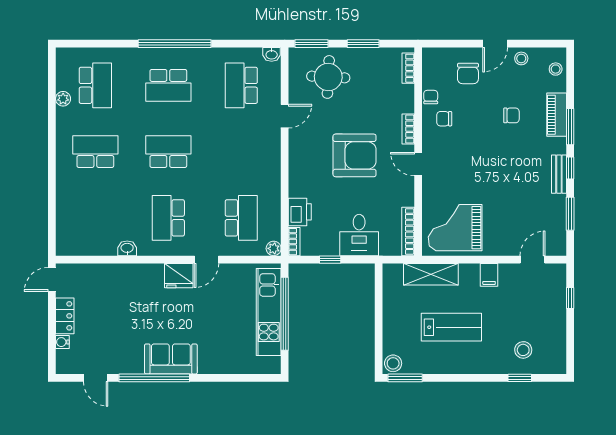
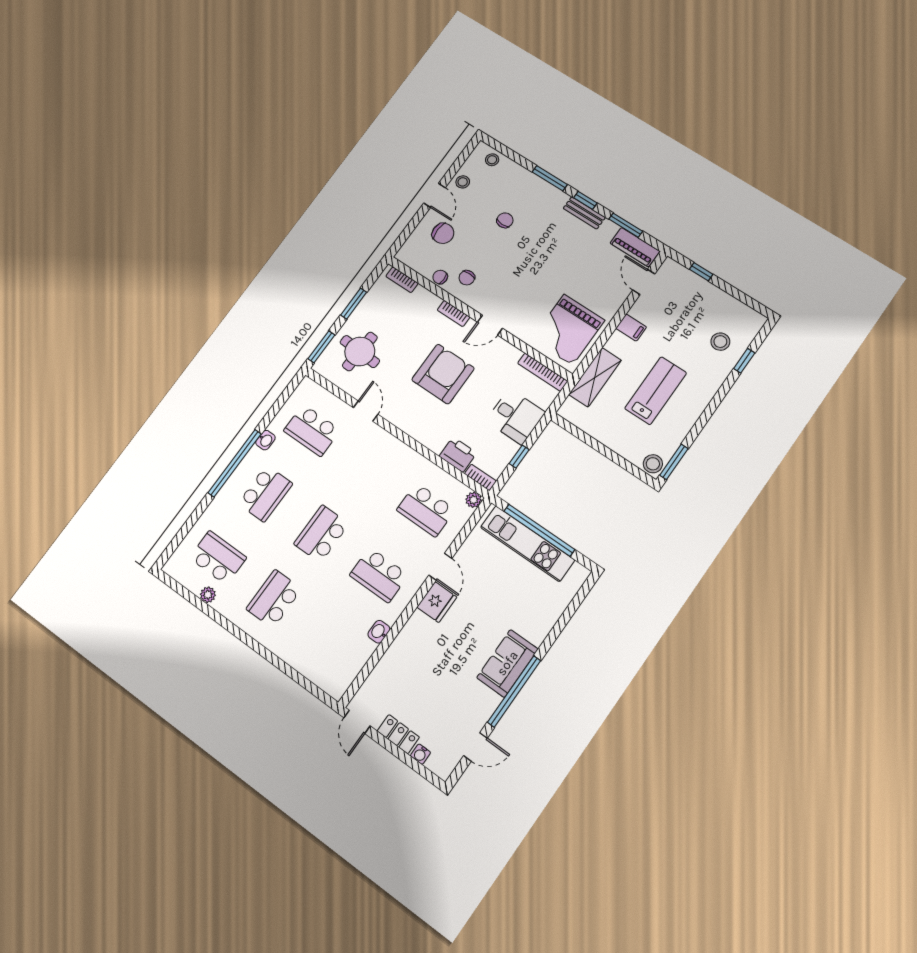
washbasin: (272, 54) -> (265, 440), moved
piano: (557, 115) -> (635, 247), moved
school desk: (241, 218) -> (426, 510), turned 180

